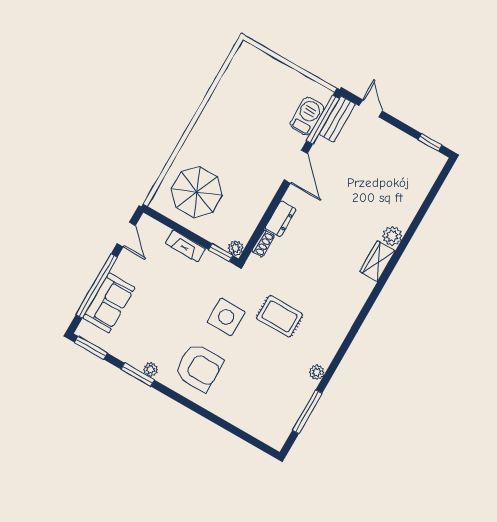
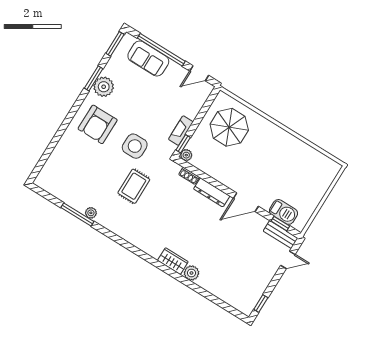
window: (323, 120) -> (280, 224), width x0.46
dresser: (281, 219) -> (212, 192), width x1.44
fireplace: (185, 246) -> (181, 131), moved
plant: (151, 370) -> (104, 87), width x1.87, depth x1.87
window: (307, 412) -> (77, 214), moved

